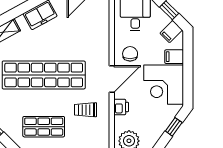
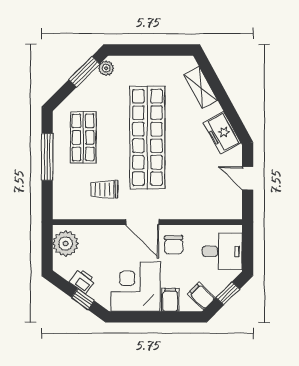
chair: (130, 54) -> (174, 245), turned 90
printer: (121, 107) -> (82, 281), moved, turned -144
trolley: (85, 110) -> (104, 189), turned -90

